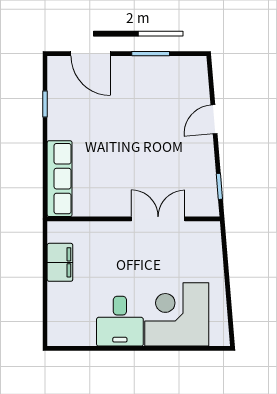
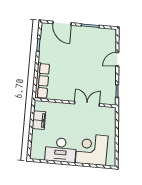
desk: (120, 321) -> (61, 150), width x1.37

